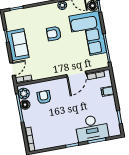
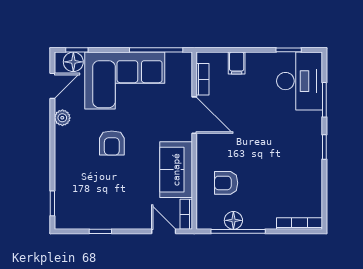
sofa: (18, 45) -> (176, 170), moved, turned -90
plant: (24, 94) -> (213, 219), removed
desk: (92, 128) -> (300, 81), moved

